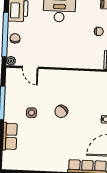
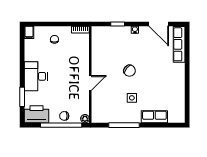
door: (30, 67) -> (90, 83), moved

